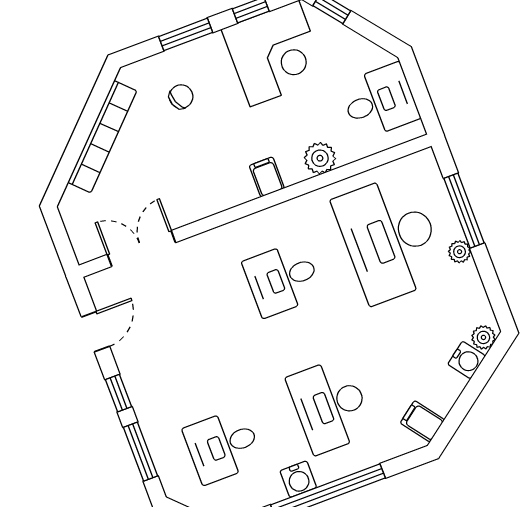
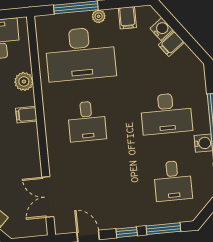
filing cabinet: (470, 299) -> (127, 18), added
plant: (483, 337) -> (151, 16), removed
filing cabinet: (422, 421) -> (171, 44), moved

